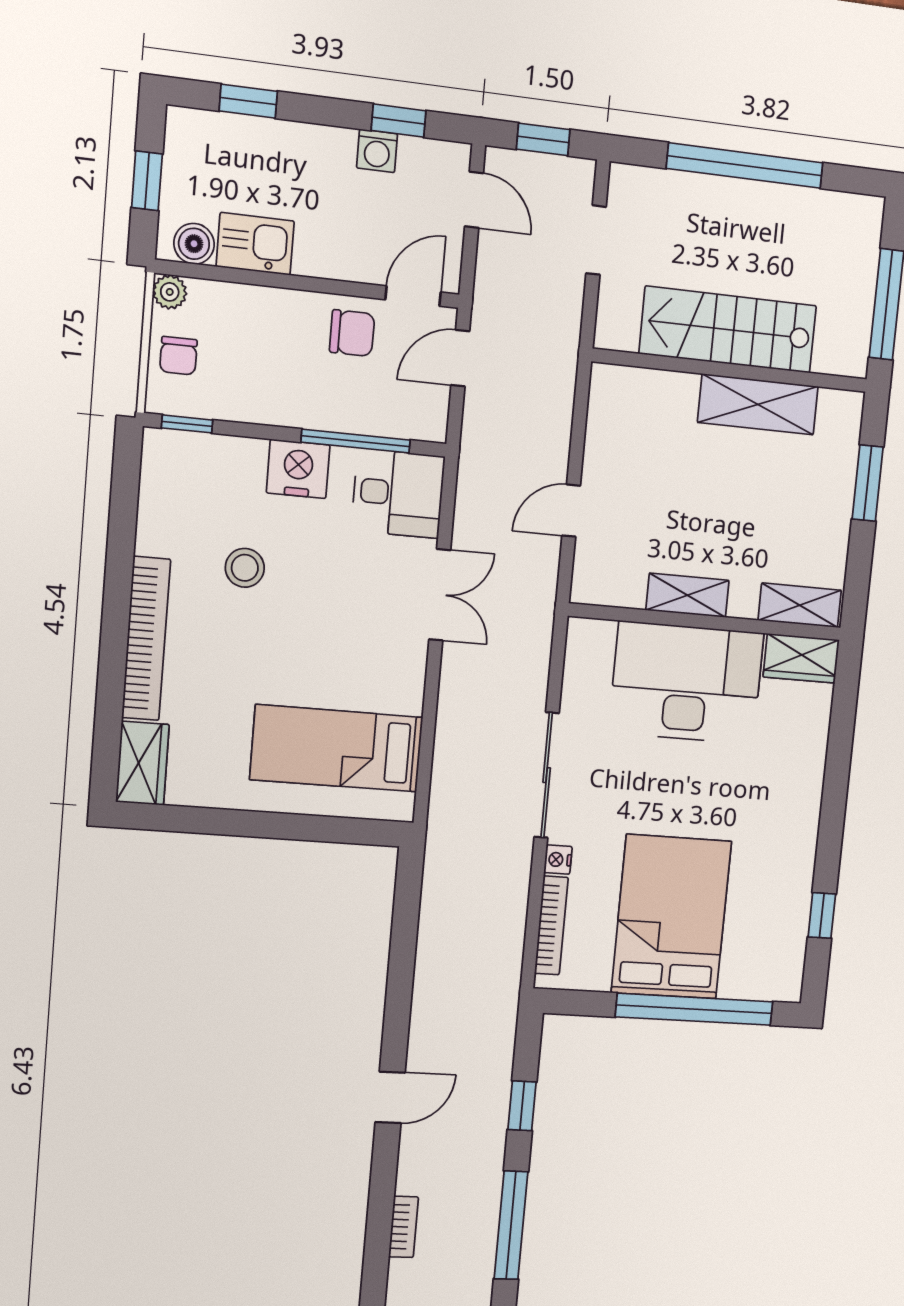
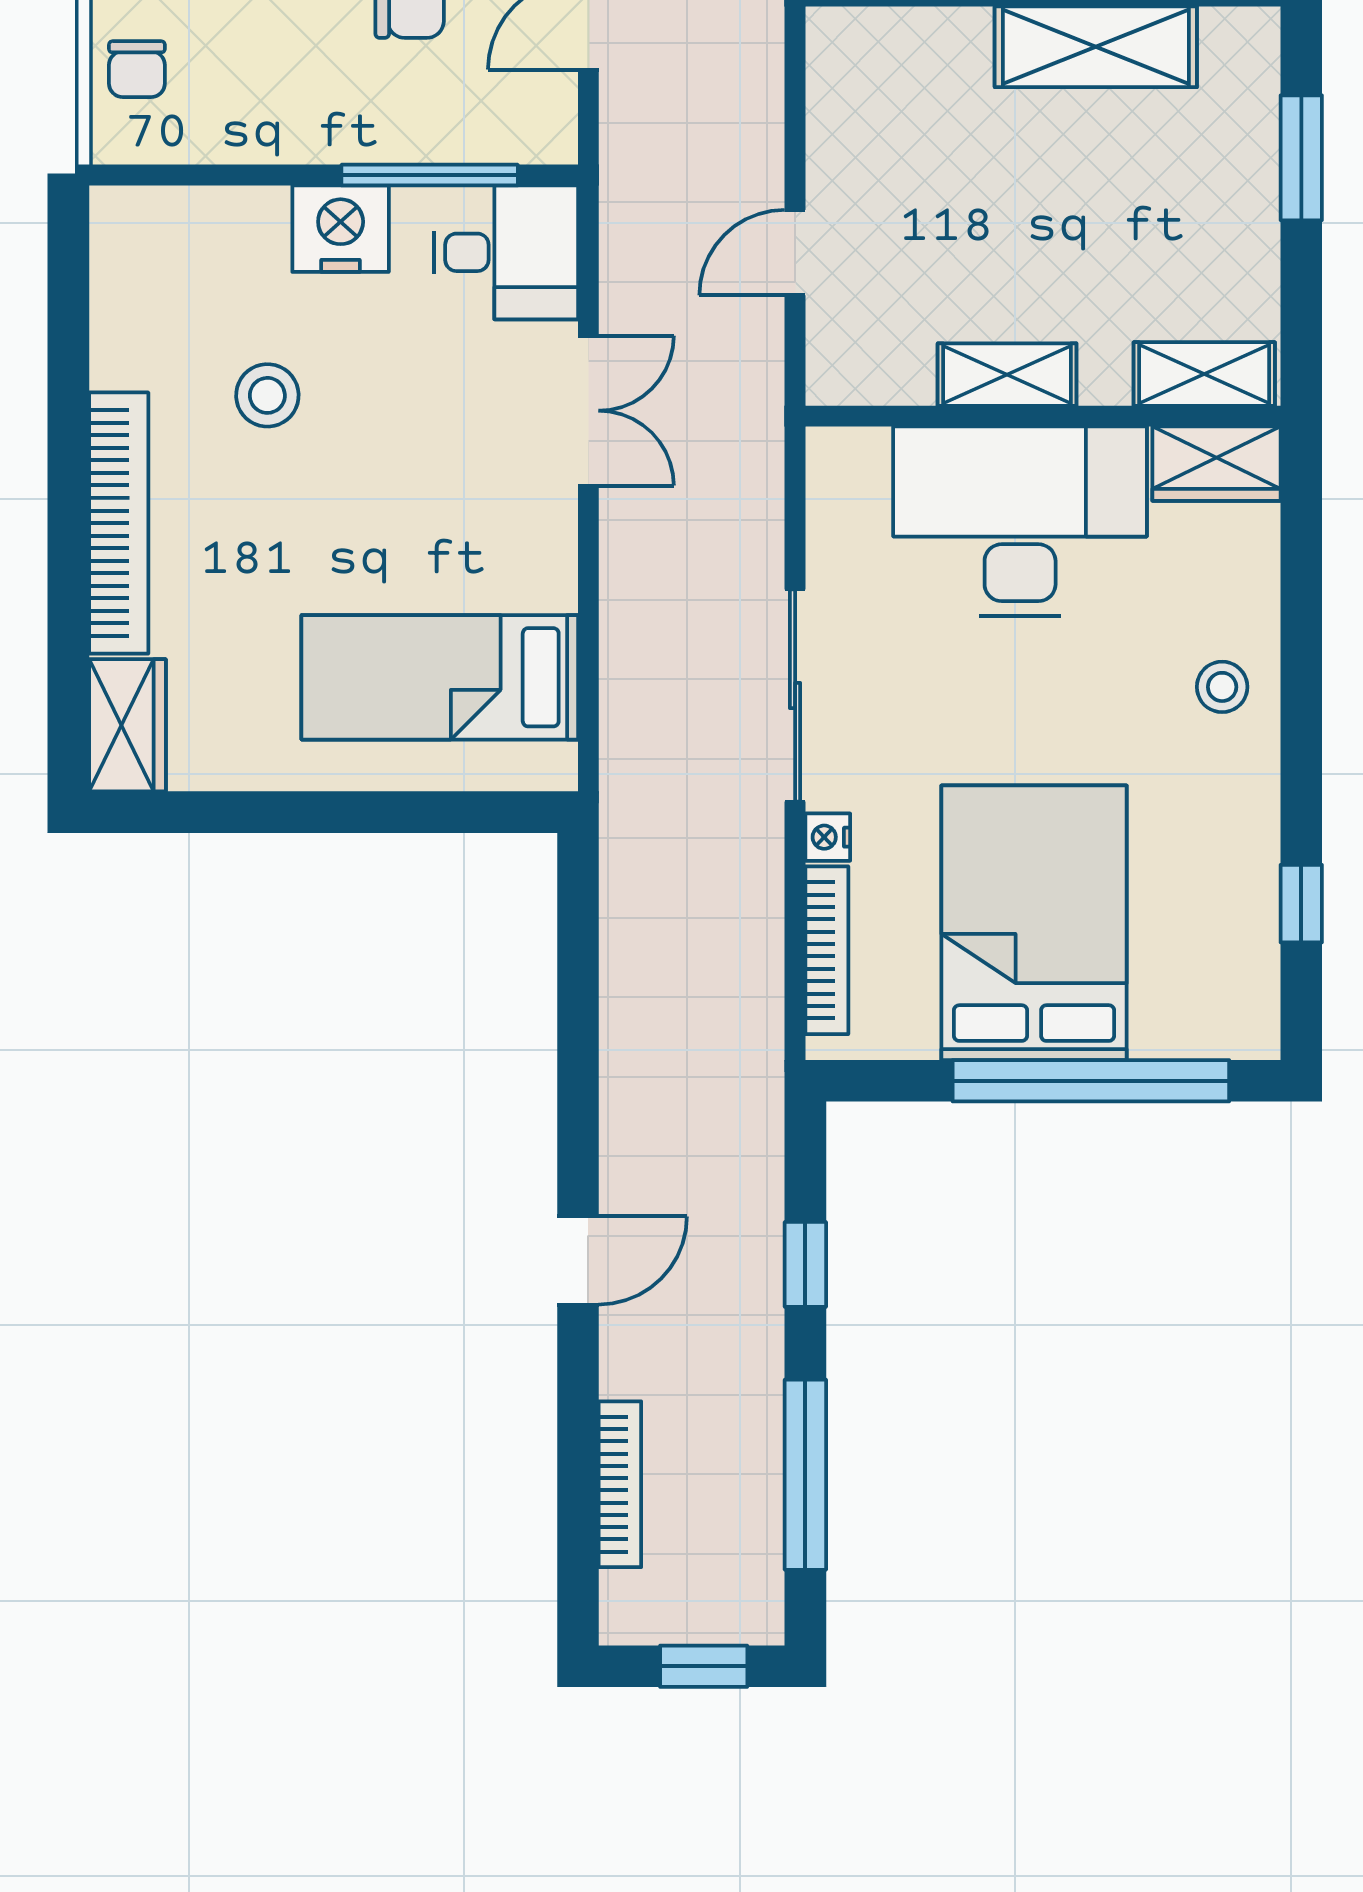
window: (187, 424) -> (158, 175), removed
stool: (791, 788) -> (1222, 687), added
bookcase: (403, 1227) -> (620, 1484), width x1.56

